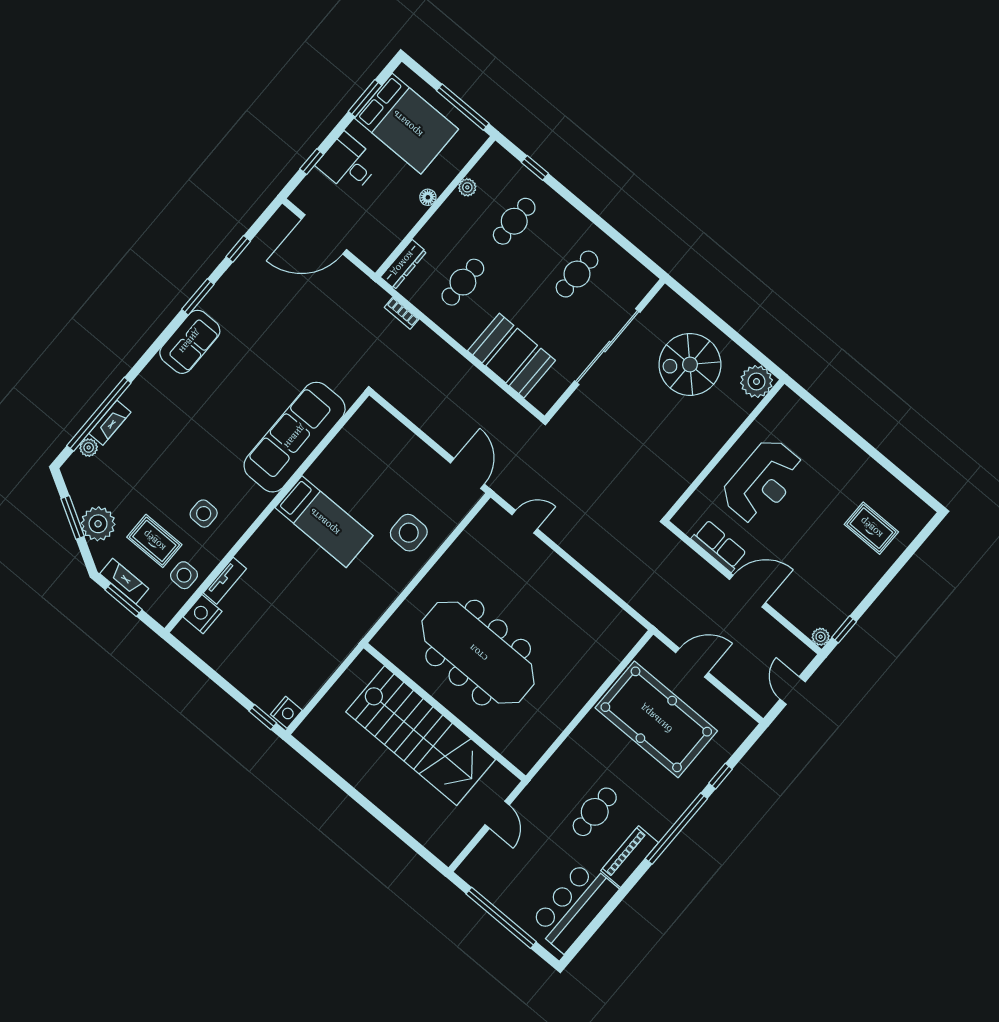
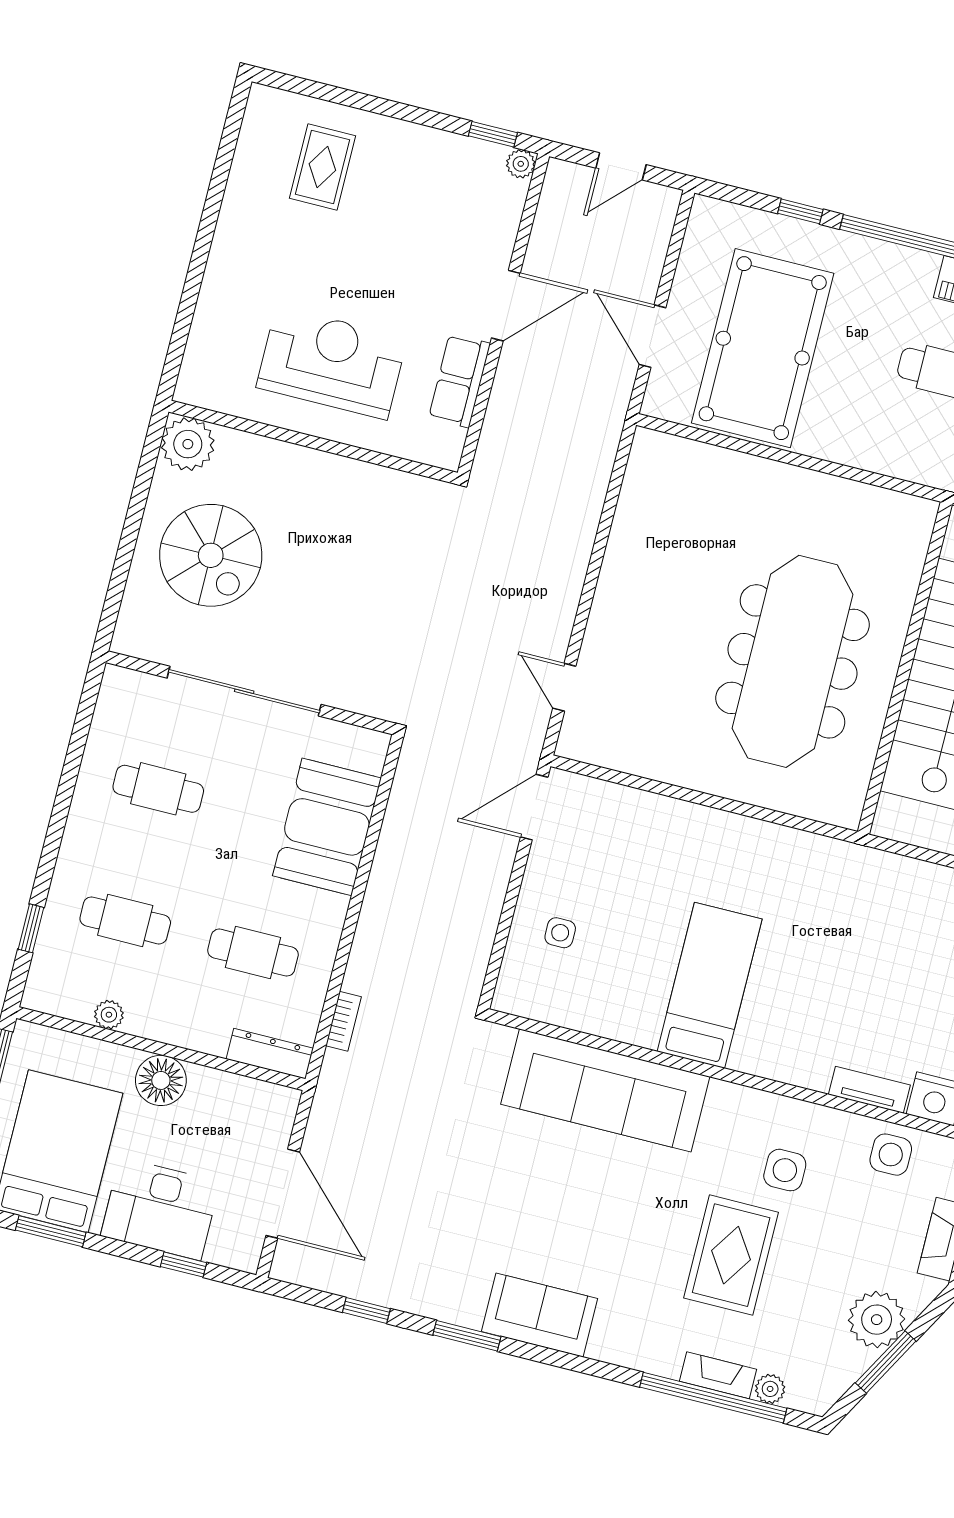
desk: (348, 164) -> (160, 1209), width x1.37
floor lamp: (428, 197) -> (161, 1080), width x1.89, depth x1.89
side table: (409, 533) -> (560, 933), moved, width x0.54, depth x0.54
rug: (154, 541) -> (731, 1255), moved, width x1.36, depth x1.43
door: (747, 591) -> (506, 306), swing flipped

